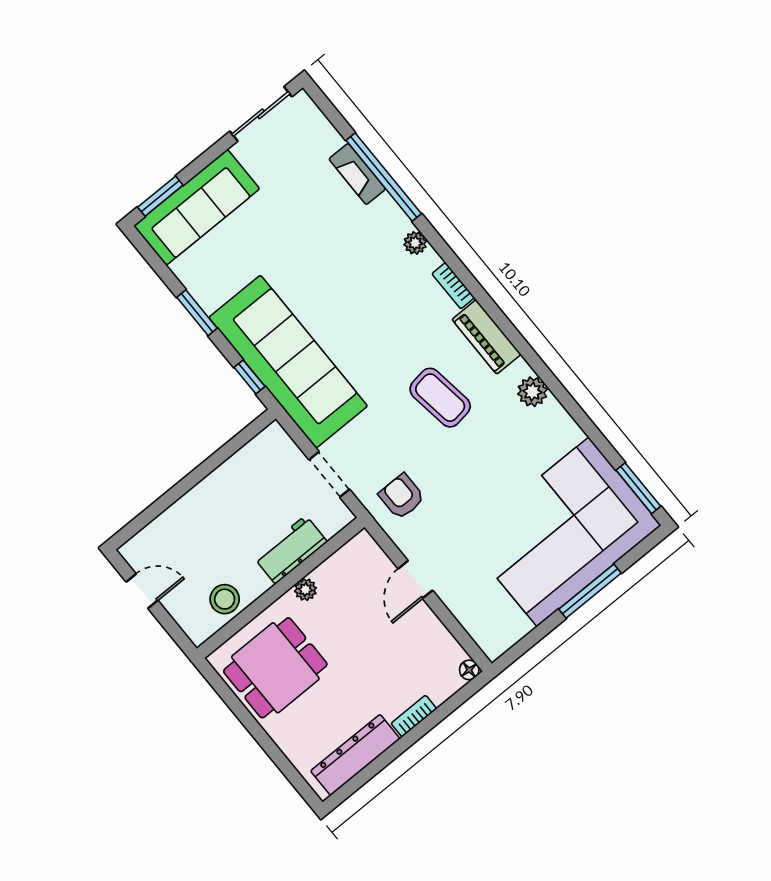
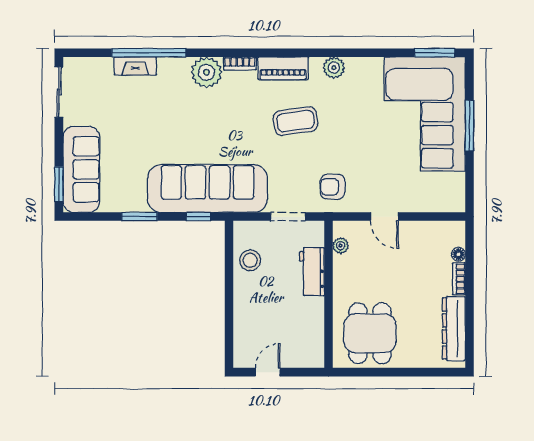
plant: (415, 243) -> (206, 72), width x1.88, depth x1.88
plant: (305, 590) -> (341, 246), moved
stool: (225, 599) -> (250, 260), moved
floor lamp: (469, 670) -> (458, 254), moved

